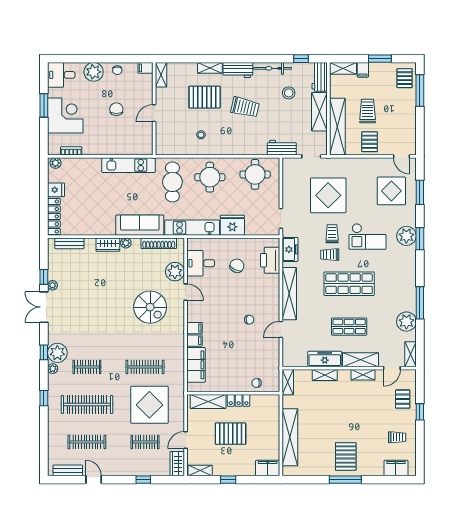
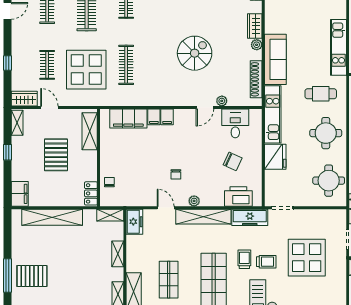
cafe table: (172, 182) -> (321, 94), width x0.73, depth x0.74
freezer: (290, 249) -> (250, 217), width x1.40
plant: (175, 272) -> (222, 101), width x0.53, depth x0.53
plant: (274, 302) -> (194, 201), added
spiral stairs: (150, 307) -> (195, 53), moved, turned 180
freezer: (325, 359) -> (134, 222), moved, width x0.71
locker: (239, 400) -> (91, 193), moved

